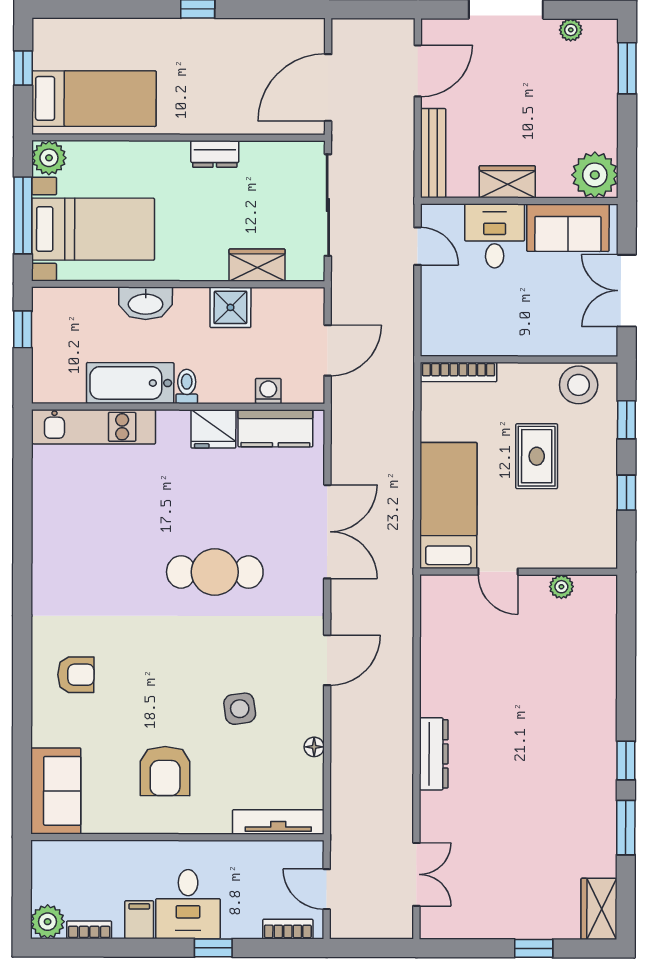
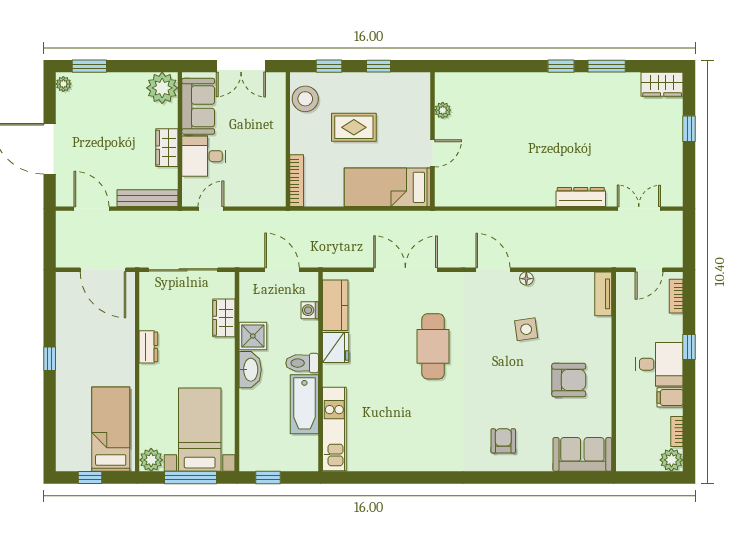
plant: (571, 30) -> (63, 84), moved
washbasin: (146, 303) -> (250, 370), moved
toilet: (187, 386) -> (302, 363), width x1.37, depth x1.39
floor lamp: (314, 747) -> (526, 279), moved
dresser: (434, 754) -> (581, 197), moved
tv unit: (278, 822) -> (603, 294), width x0.71

